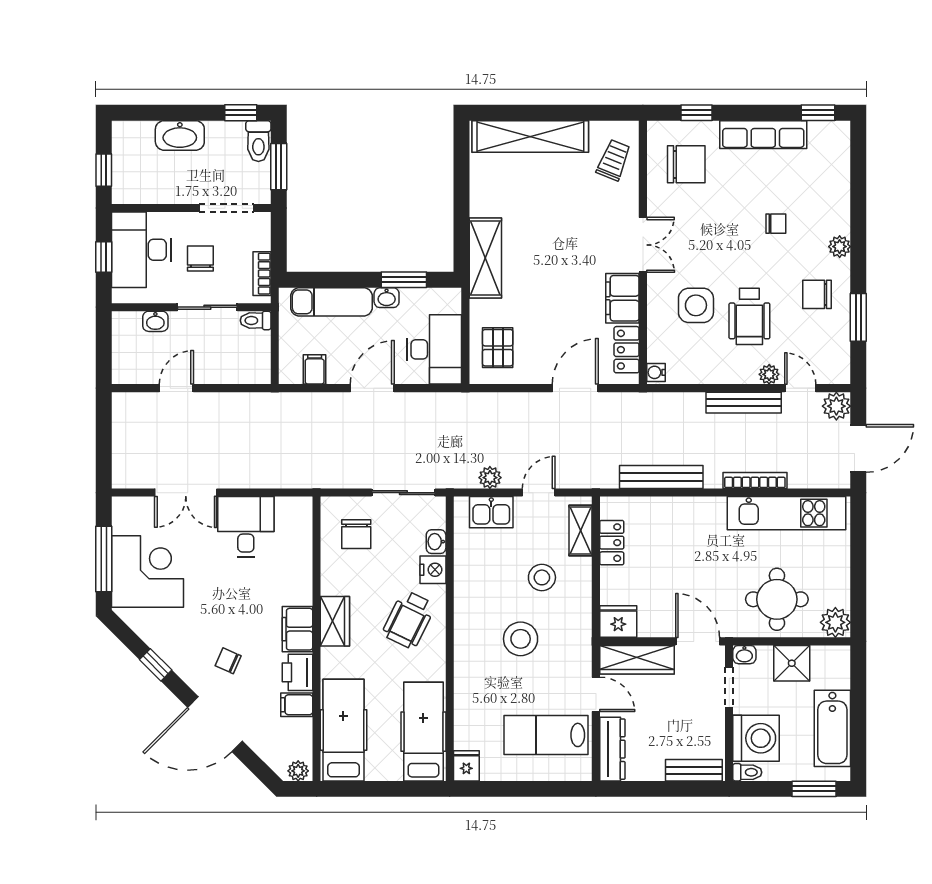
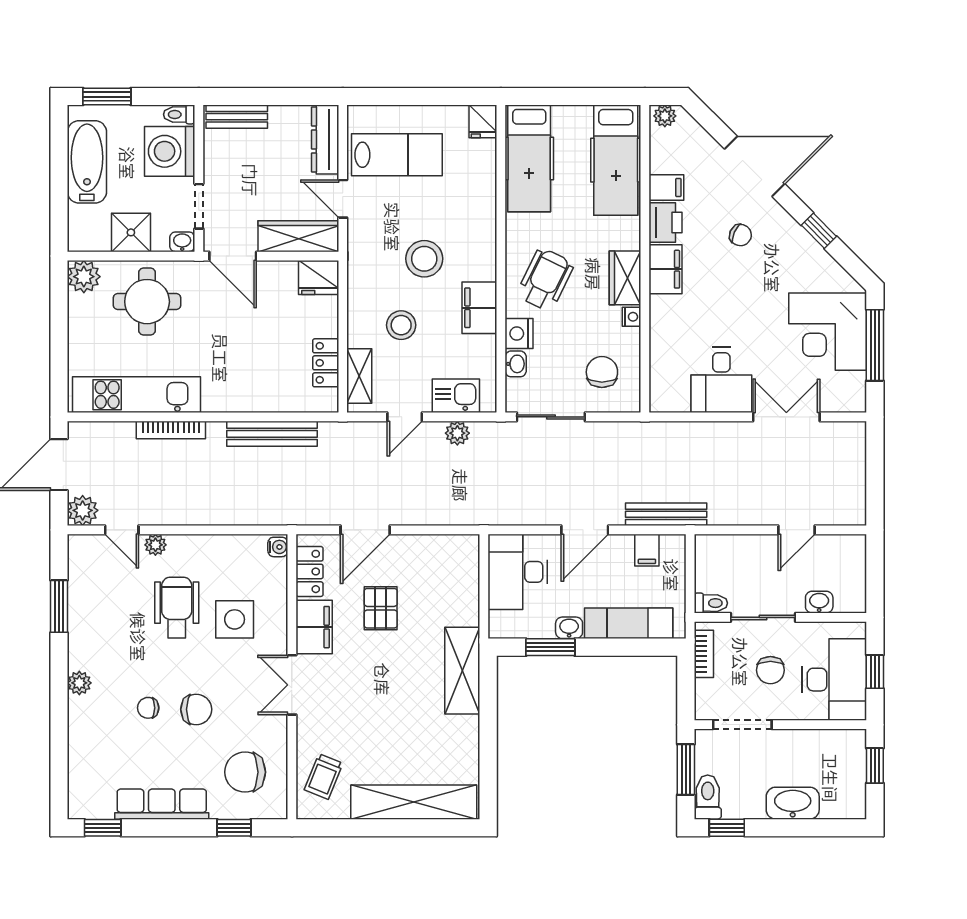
chair: (817, 294) -> (196, 709), moved
pallet: (498, 348) -> (381, 608), moved
bench: (744, 403) -> (666, 514), moved
nightstand: (329, 585) -> (631, 317), added
filing cabinet: (470, 594) -> (479, 308), added

